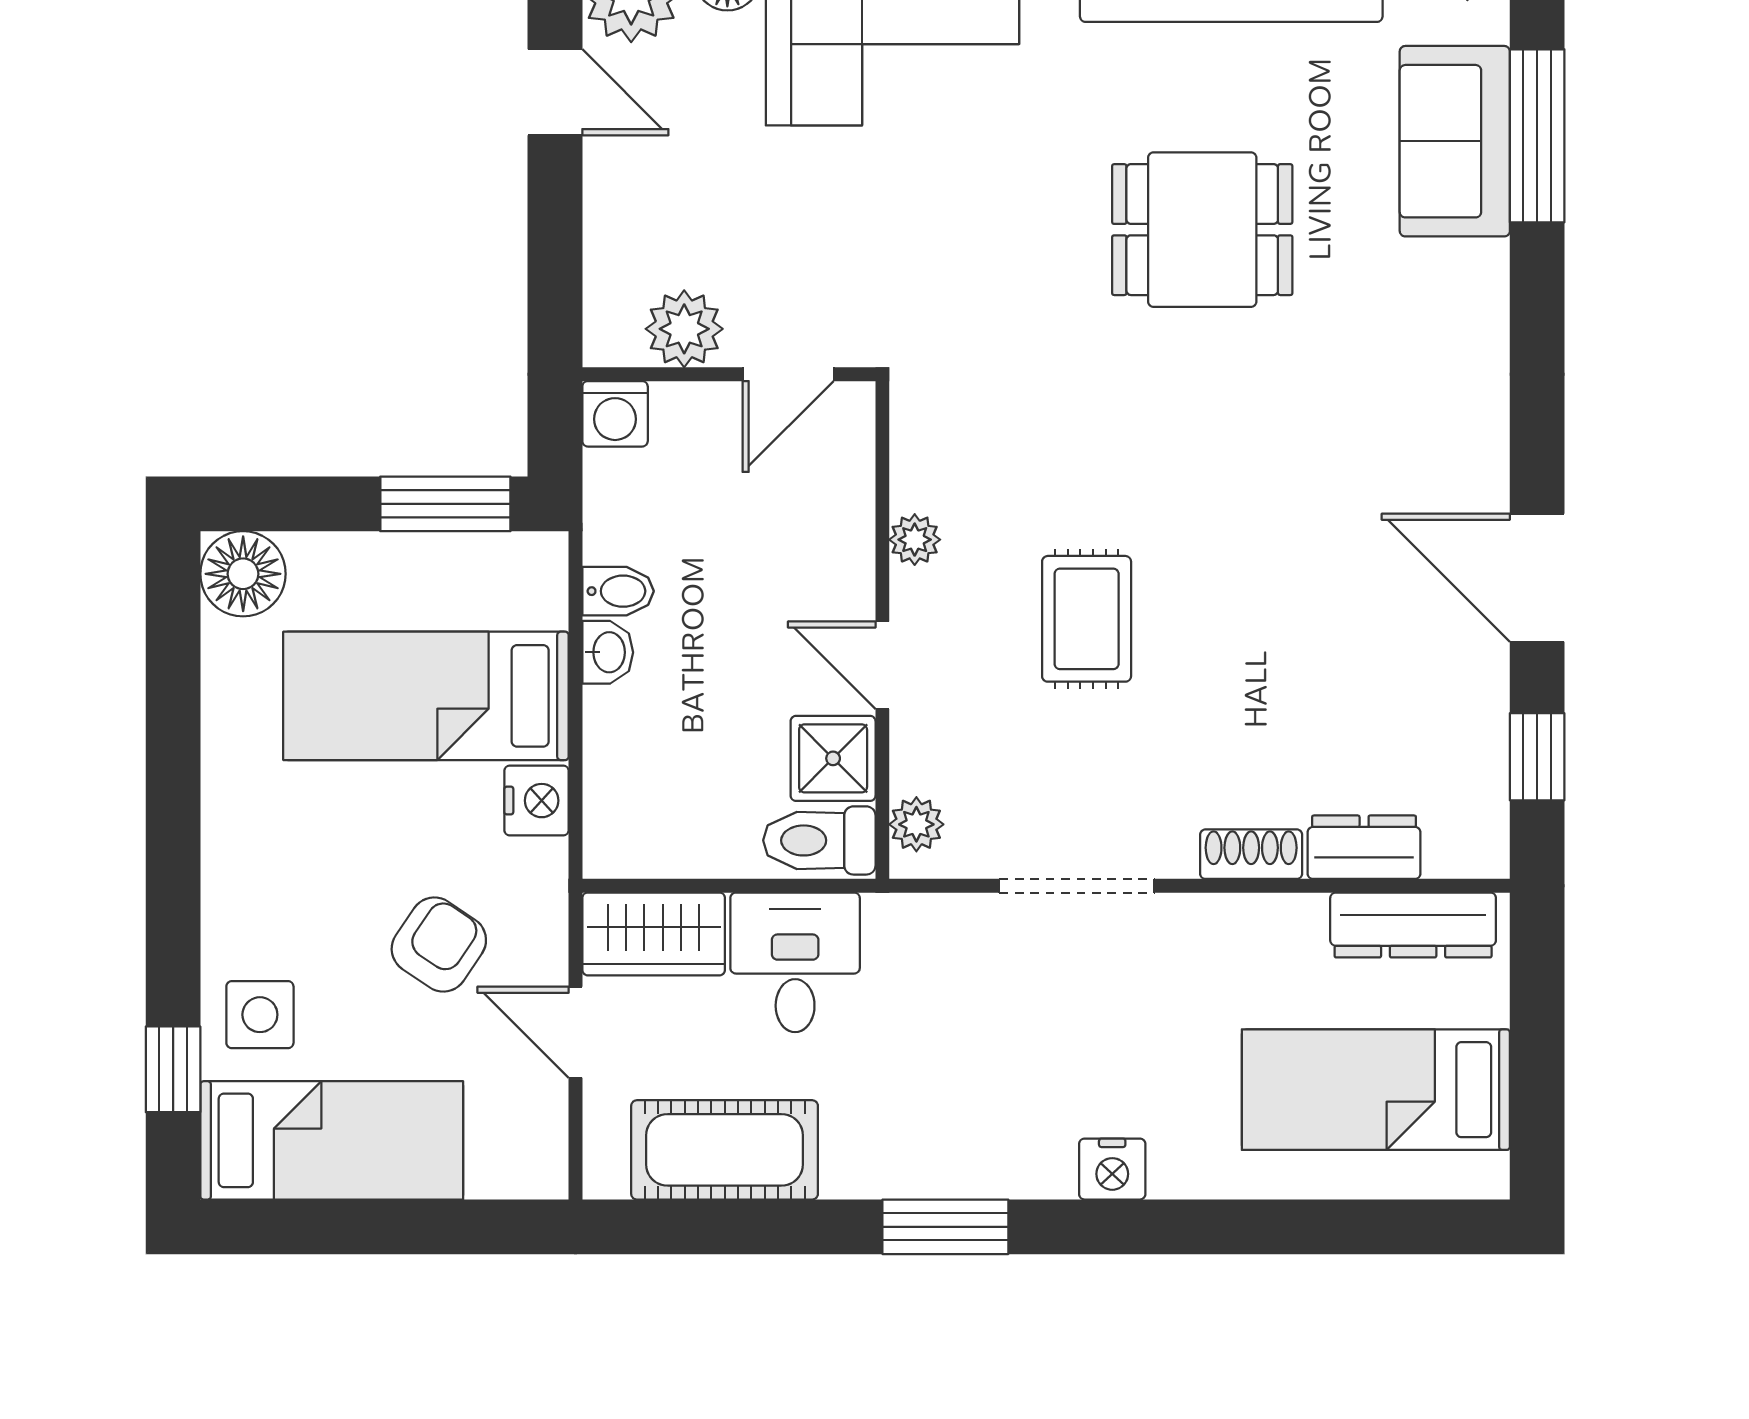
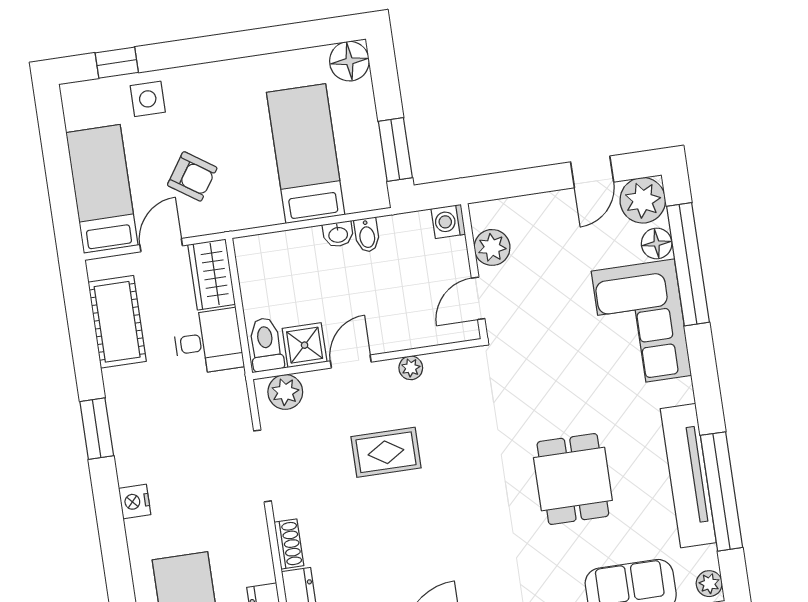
door: (788, 374) -> (478, 298), hinge flipped
nightstand: (536, 801) -> (265, 212), removed
plant: (916, 824) -> (285, 392), width x1.38, depth x1.38
bed: (332, 1140) -> (102, 189), moved, turned 180

